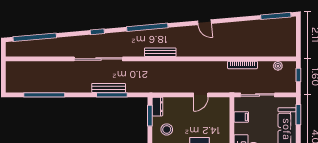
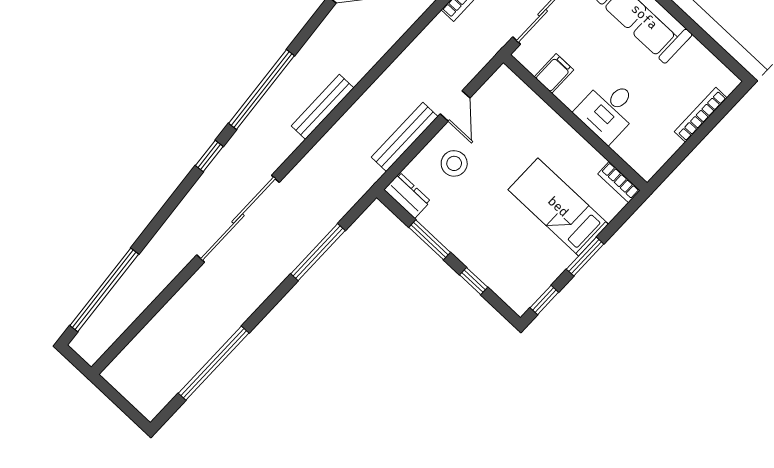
window: (97, 32) -> (209, 156), moved
bench: (109, 88) -> (405, 137), moved
window: (150, 116) -> (430, 240), moved
stool: (167, 129) -> (454, 163), moved

